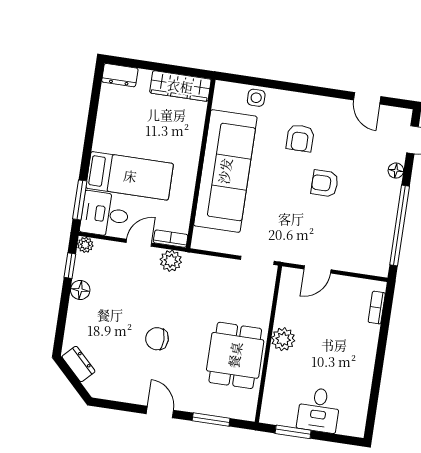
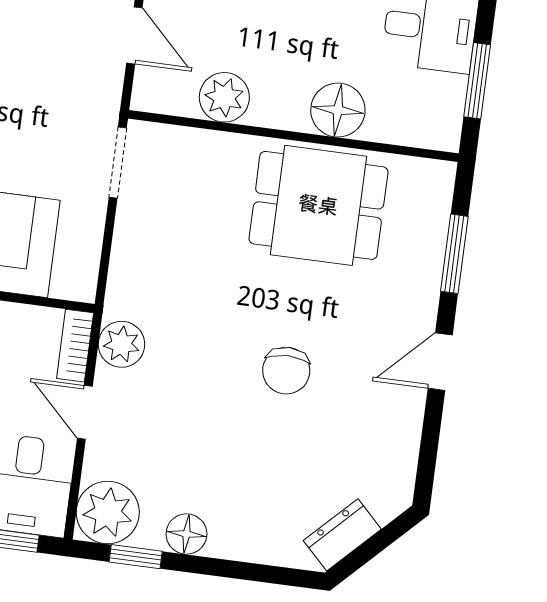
plant: (85, 245) -> (108, 512), width x1.88, depth x1.88
plant: (283, 339) -> (224, 97), moved
floor lamp: (280, 365) -> (338, 110), added

